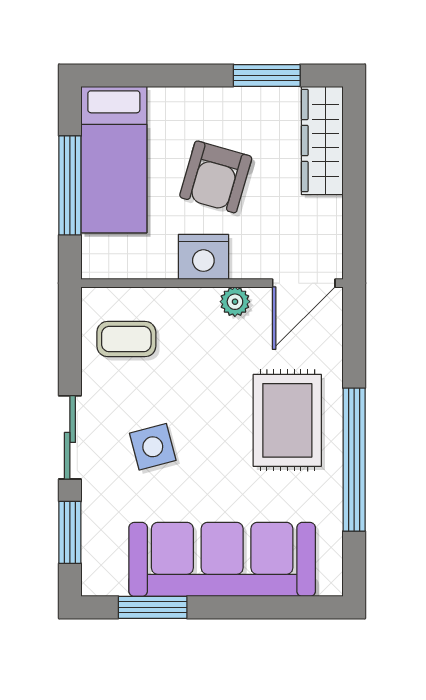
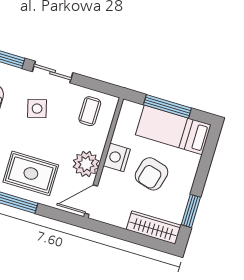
armchair: (216, 177) -> (152, 174), turned -91
door: (304, 283) -> (91, 200), hinge flipped
plant: (235, 302) -> (86, 164), width x1.88, depth x1.88

